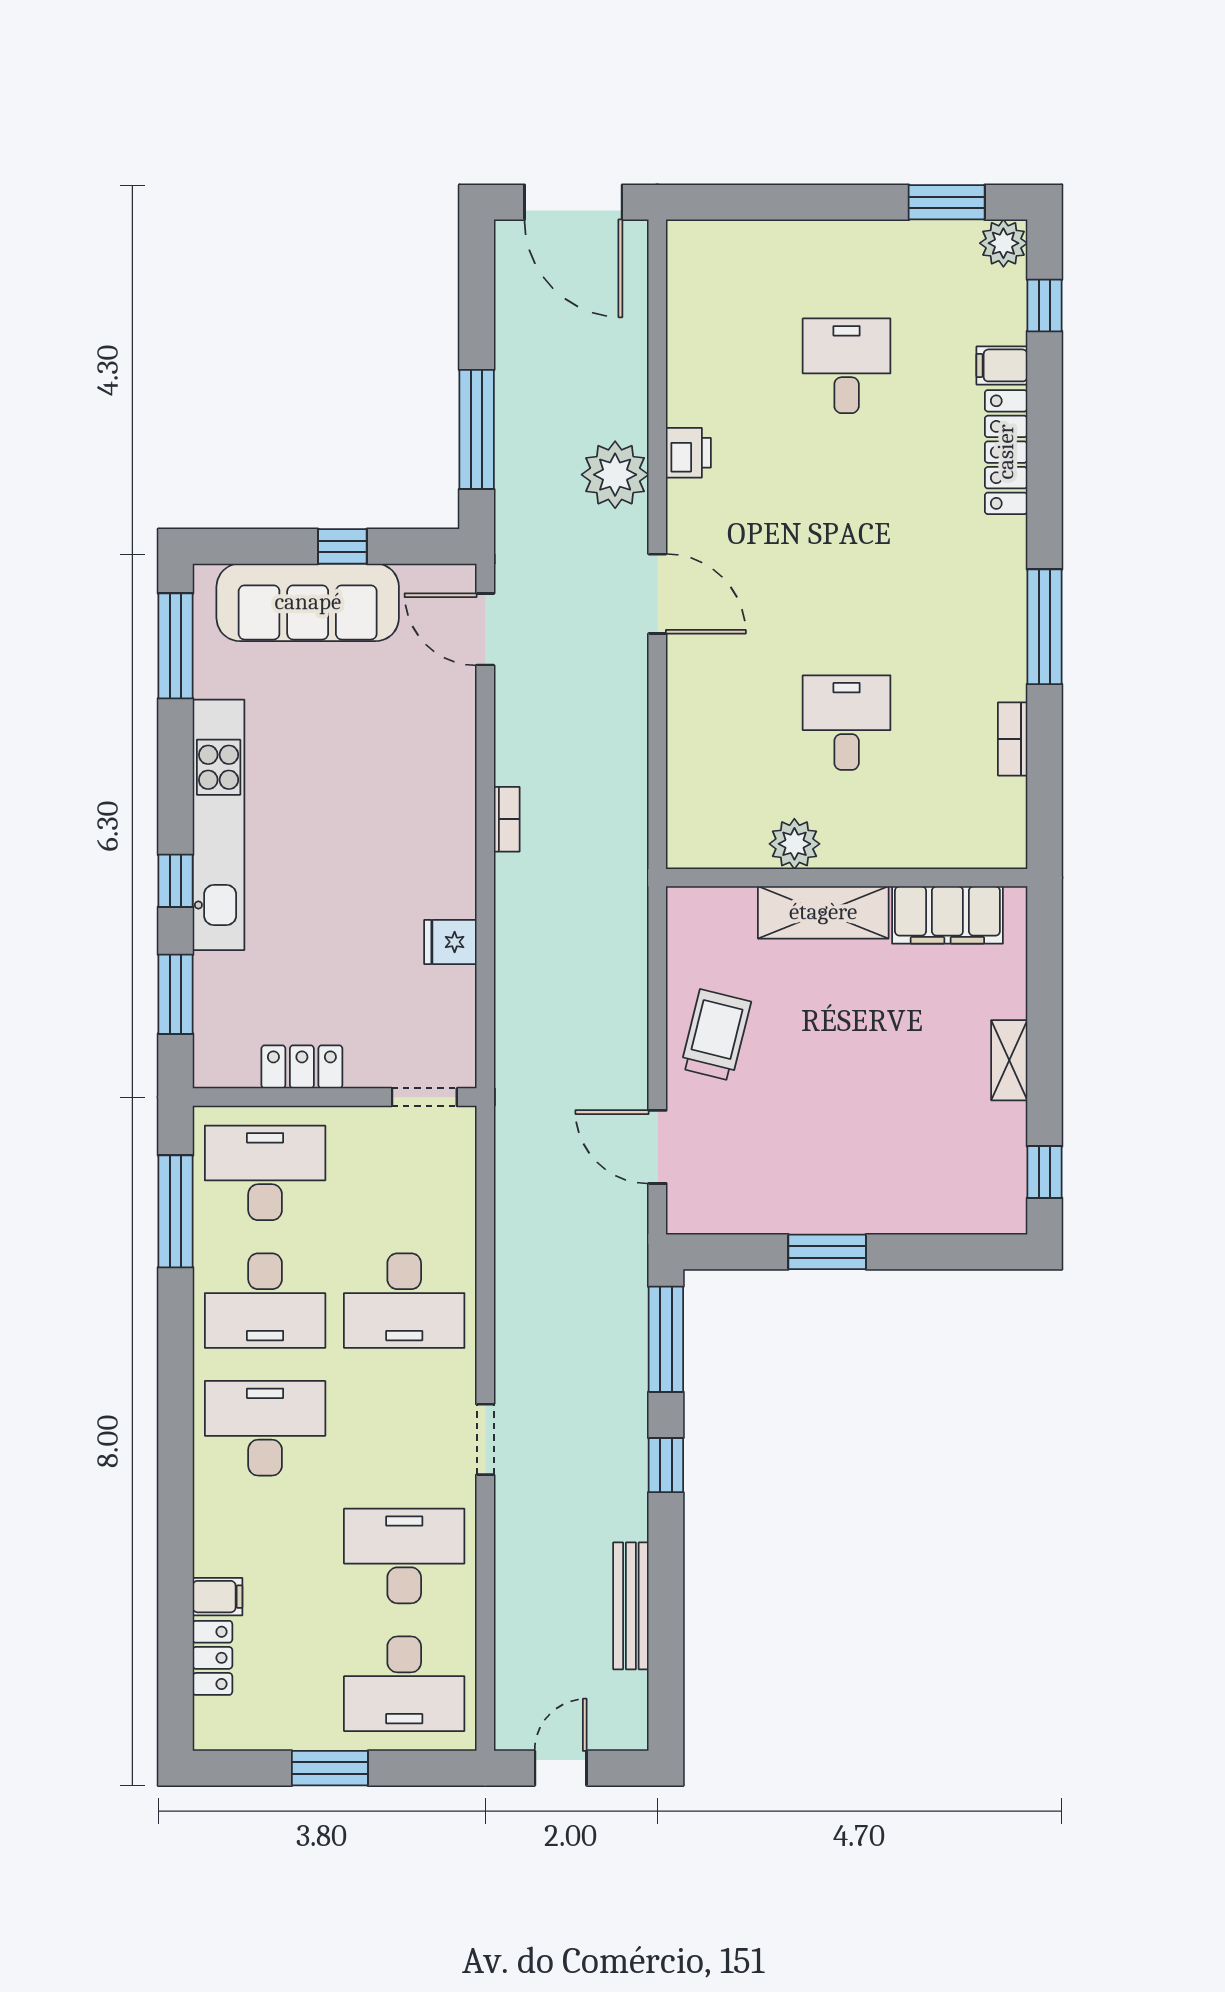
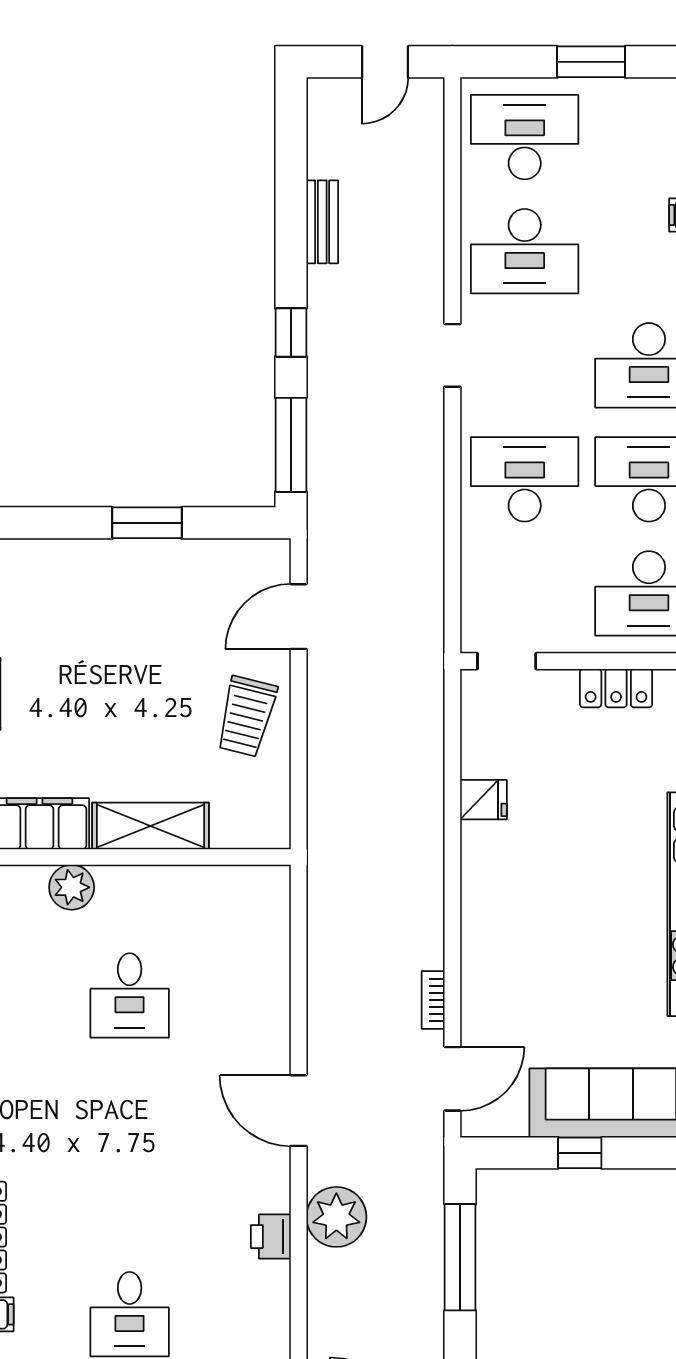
door: (485, 629) -> (452, 1079), hinge flipped
bookcase: (507, 819) -> (433, 1000), moved
plant: (794, 844) -> (72, 887), moved
door: (657, 1147) -> (299, 617), swing flipped
bench: (631, 1606) -> (322, 222), width x0.73

